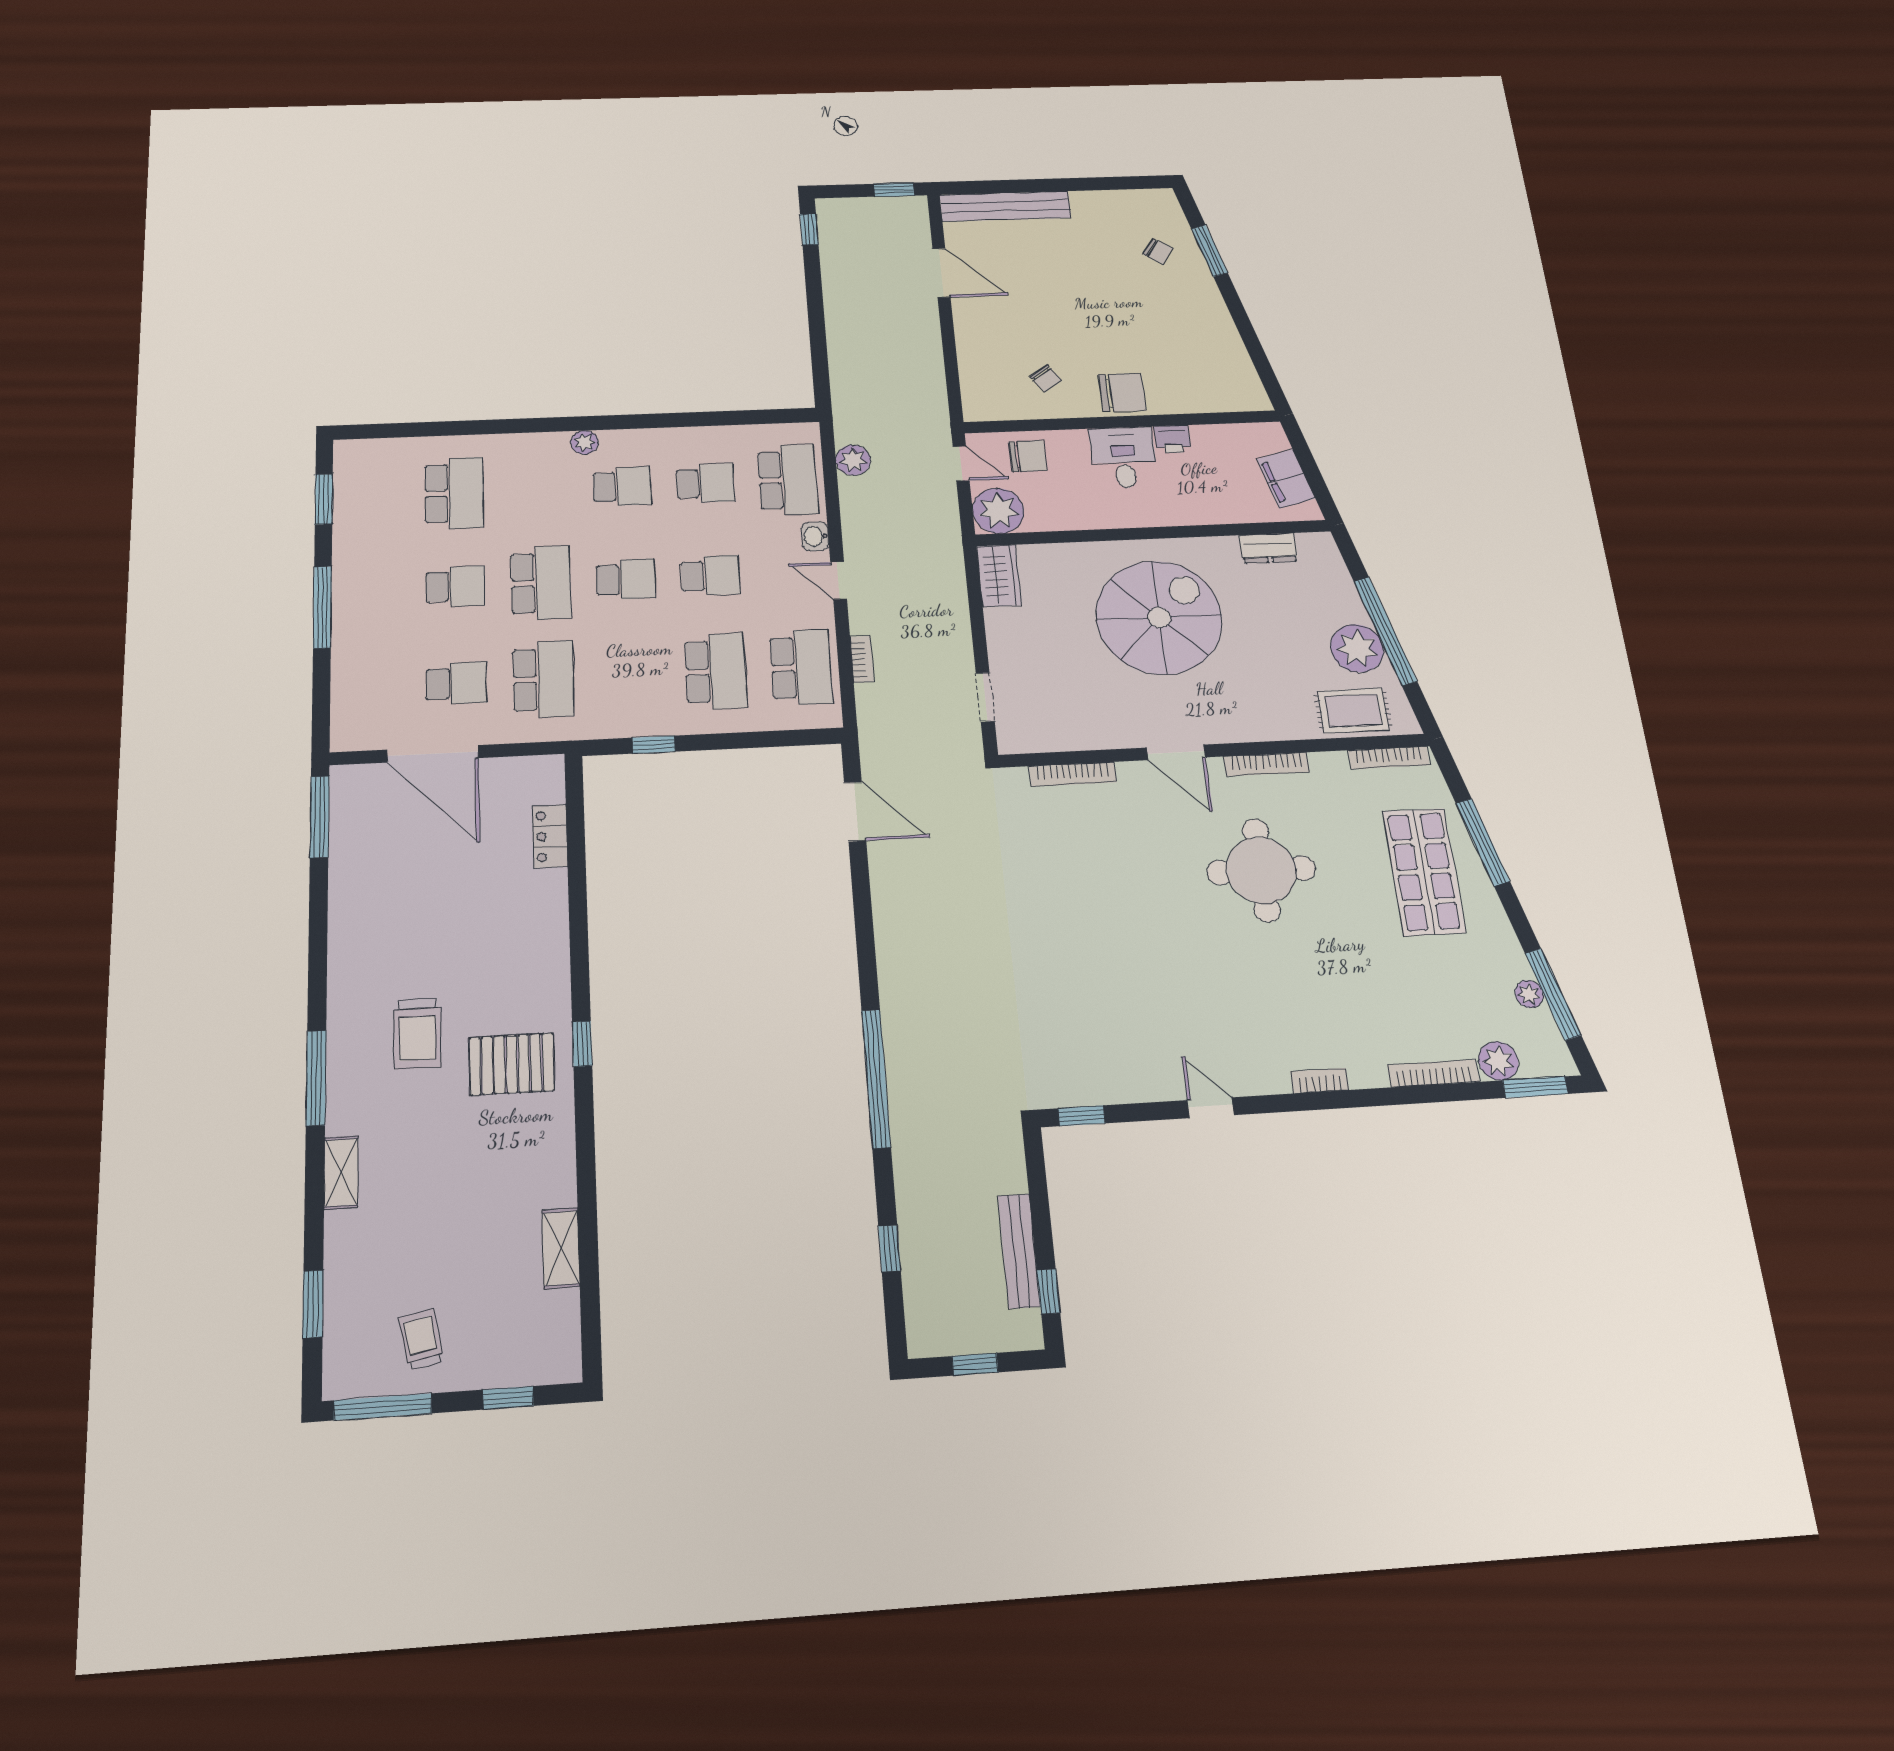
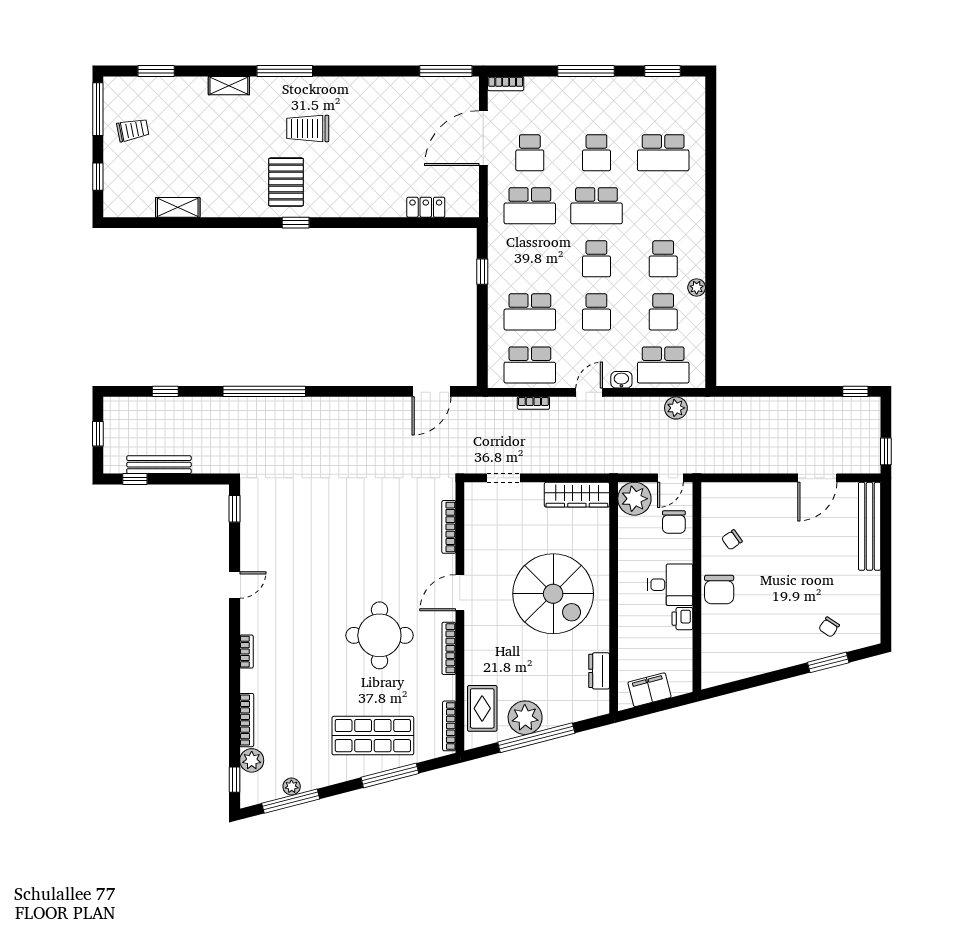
plant: (585, 442) -> (697, 288), moved
wardrobe: (999, 576) -> (577, 495), width x1.50
bookcase: (342, 725) -> (506, 84), added
window: (1535, 1087) -> (235, 780), width x0.67

